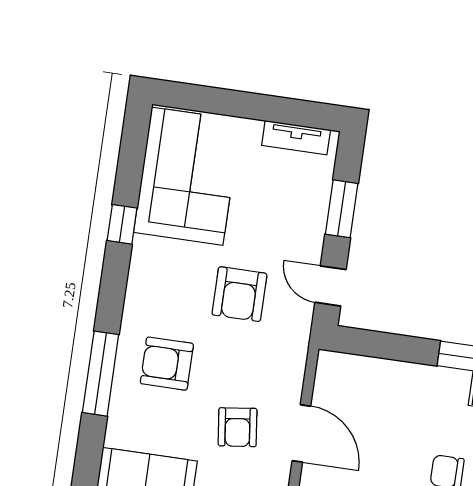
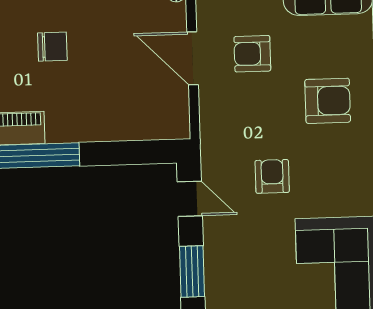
armchair: (239, 294) -> (272, 176), width x0.72, depth x0.72
armchair: (238, 427) -> (252, 54), turned -83

